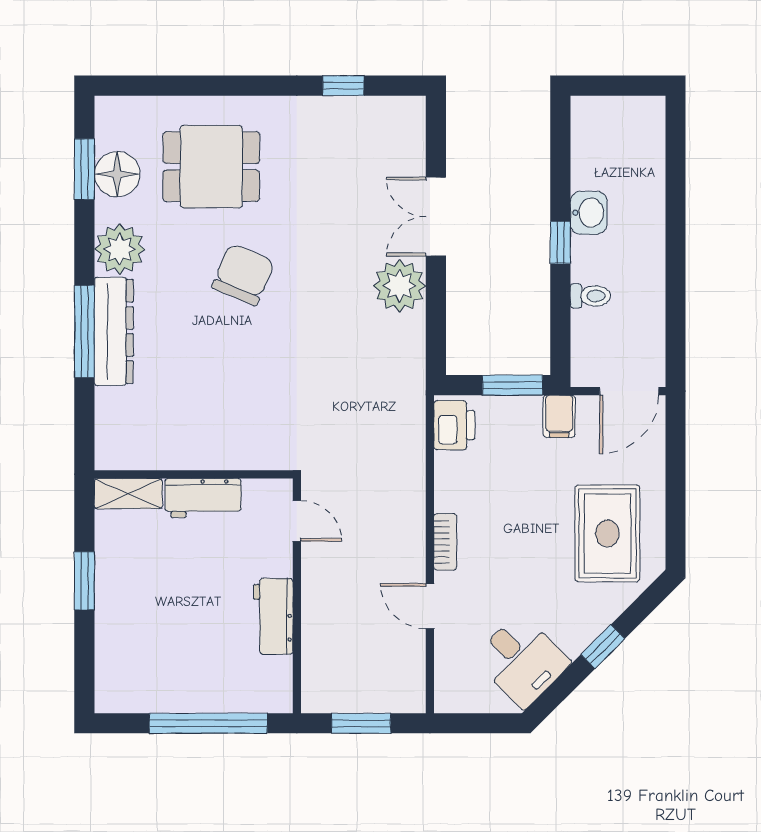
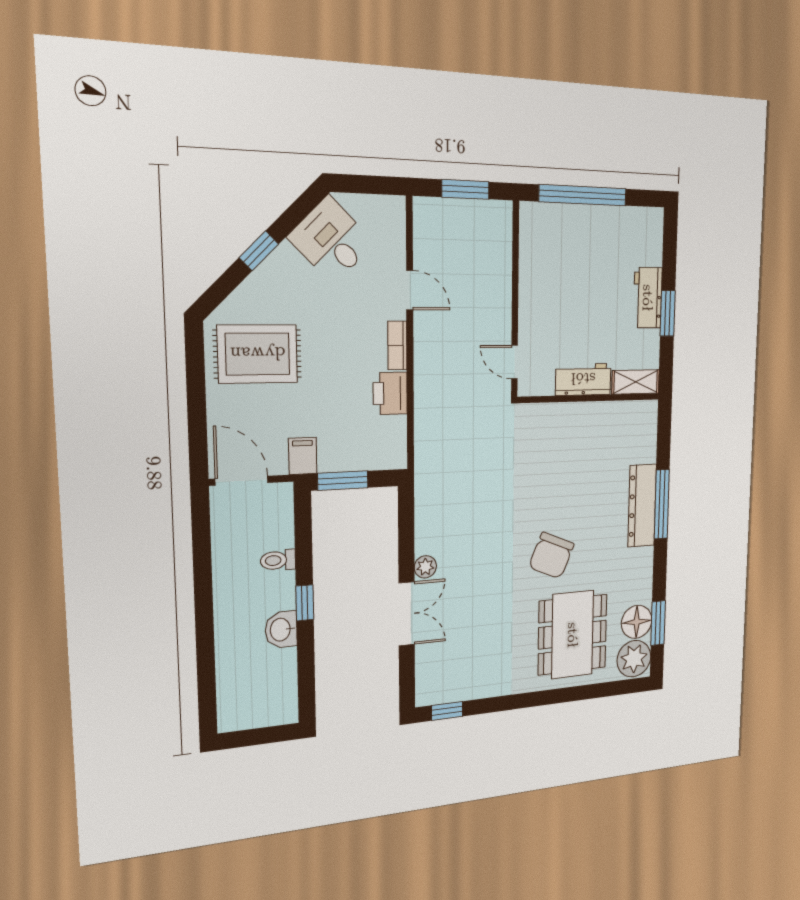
window: (343, 86) -> (447, 711), moved
dining table: (211, 167) -> (573, 635), width x1.38
plant: (120, 249) -> (634, 659), moved
plant: (400, 286) -> (425, 567), width x0.53, depth x0.53
door: (629, 391) -> (242, 481), hinge flipped
printer: (454, 425) -> (390, 393), moved
rug: (607, 533) -> (258, 354), turned 90
workbench: (273, 616) -> (648, 298), moved, turned 180

